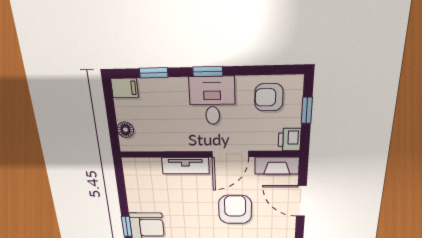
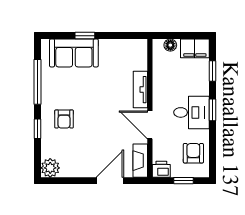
filing cabinet: (125, 88) -> (195, 48), width x2.00
armchair: (235, 209) -> (102, 128), removed

